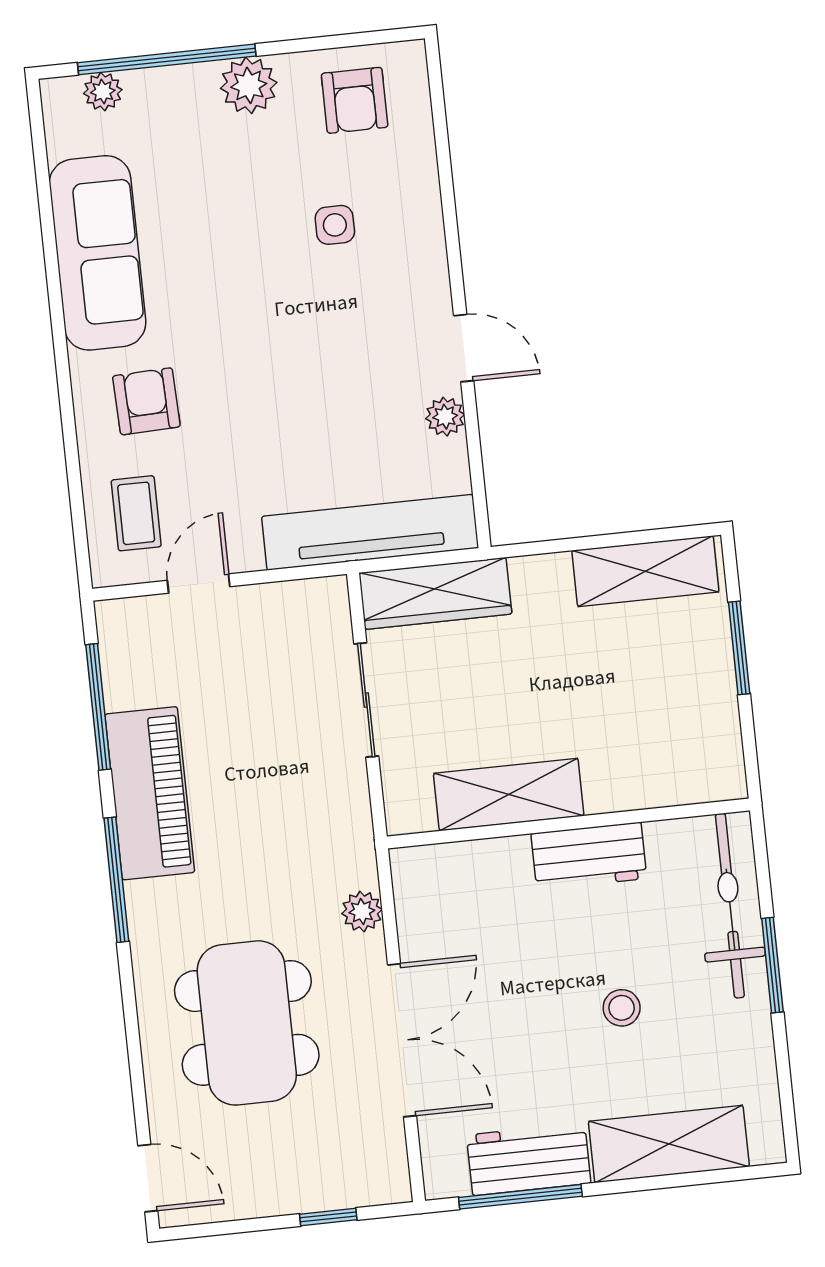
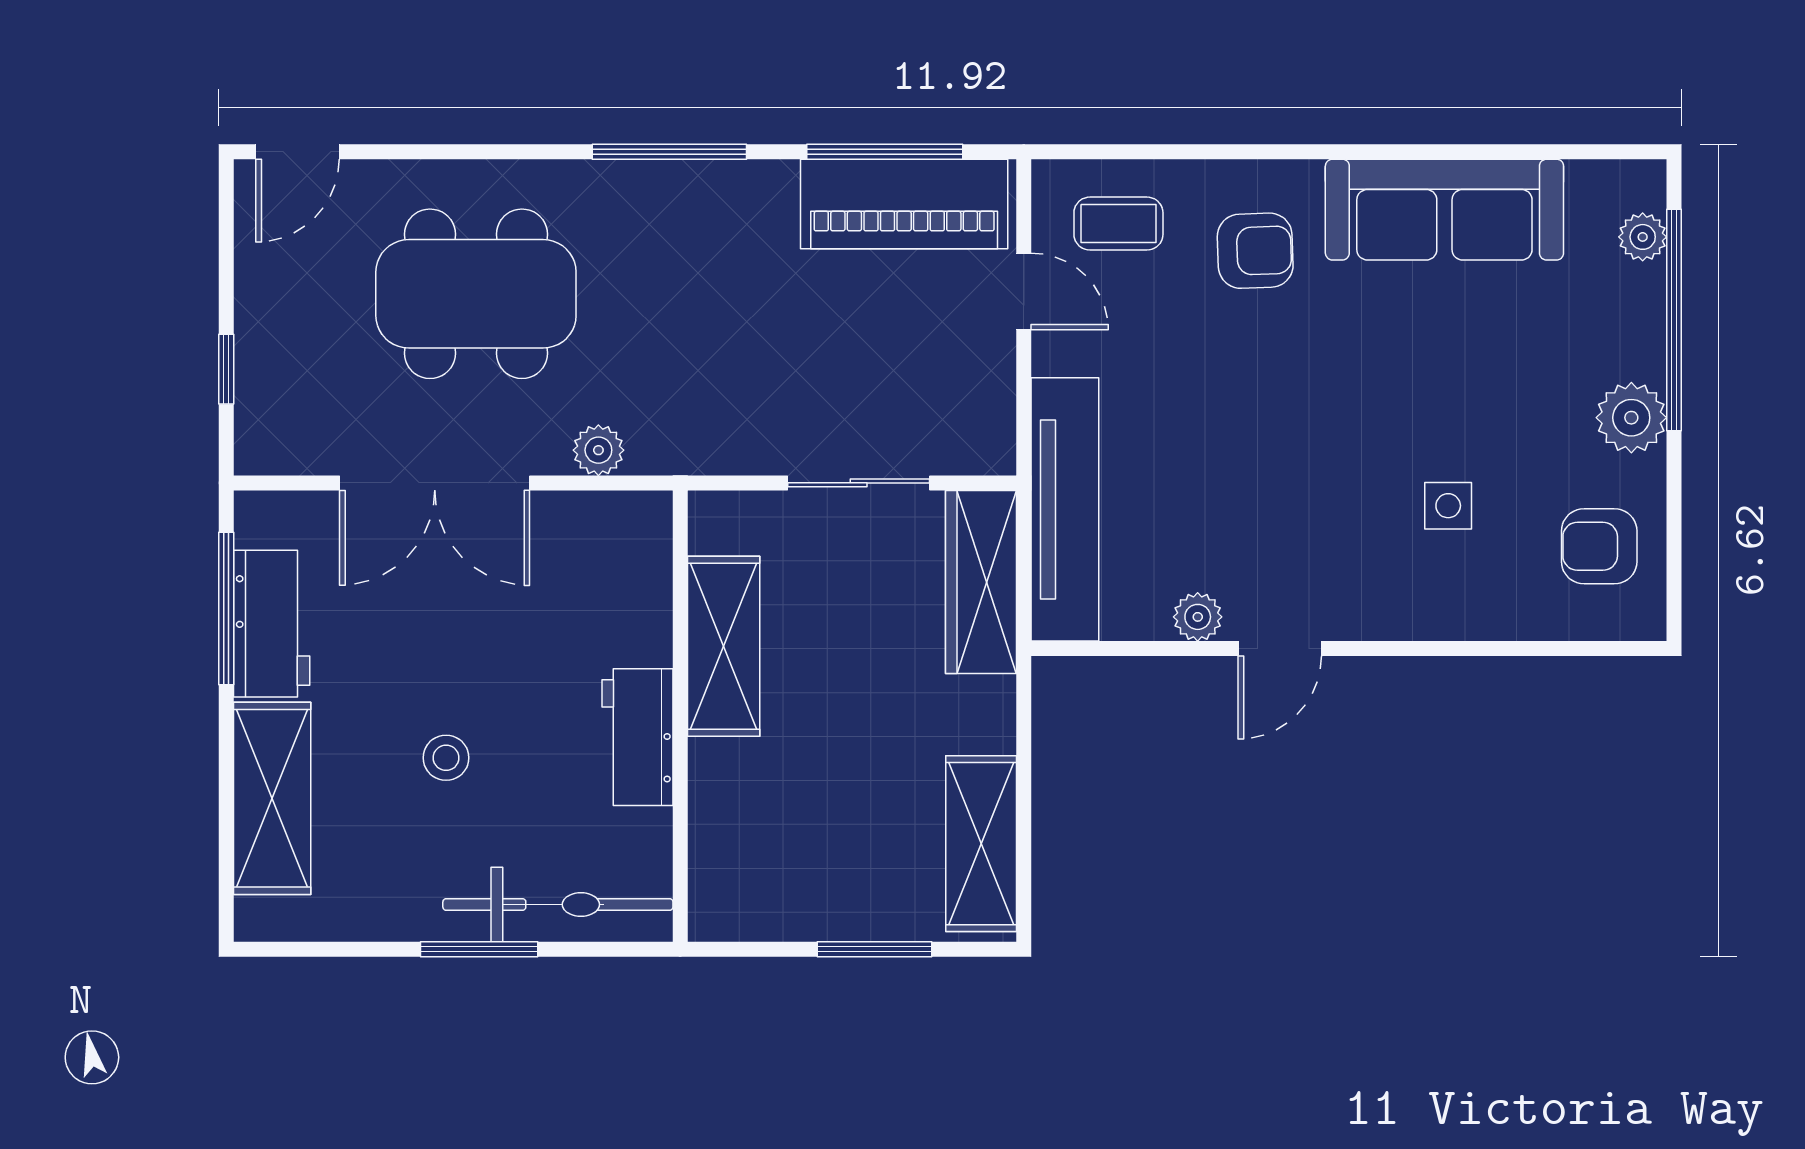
piano: (150, 793) -> (904, 204), moved

